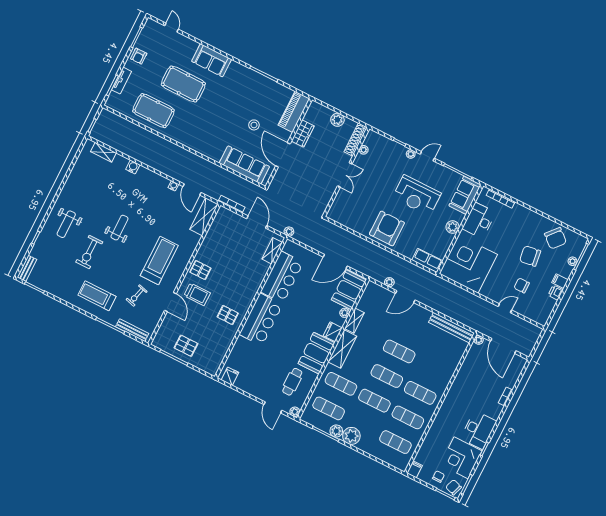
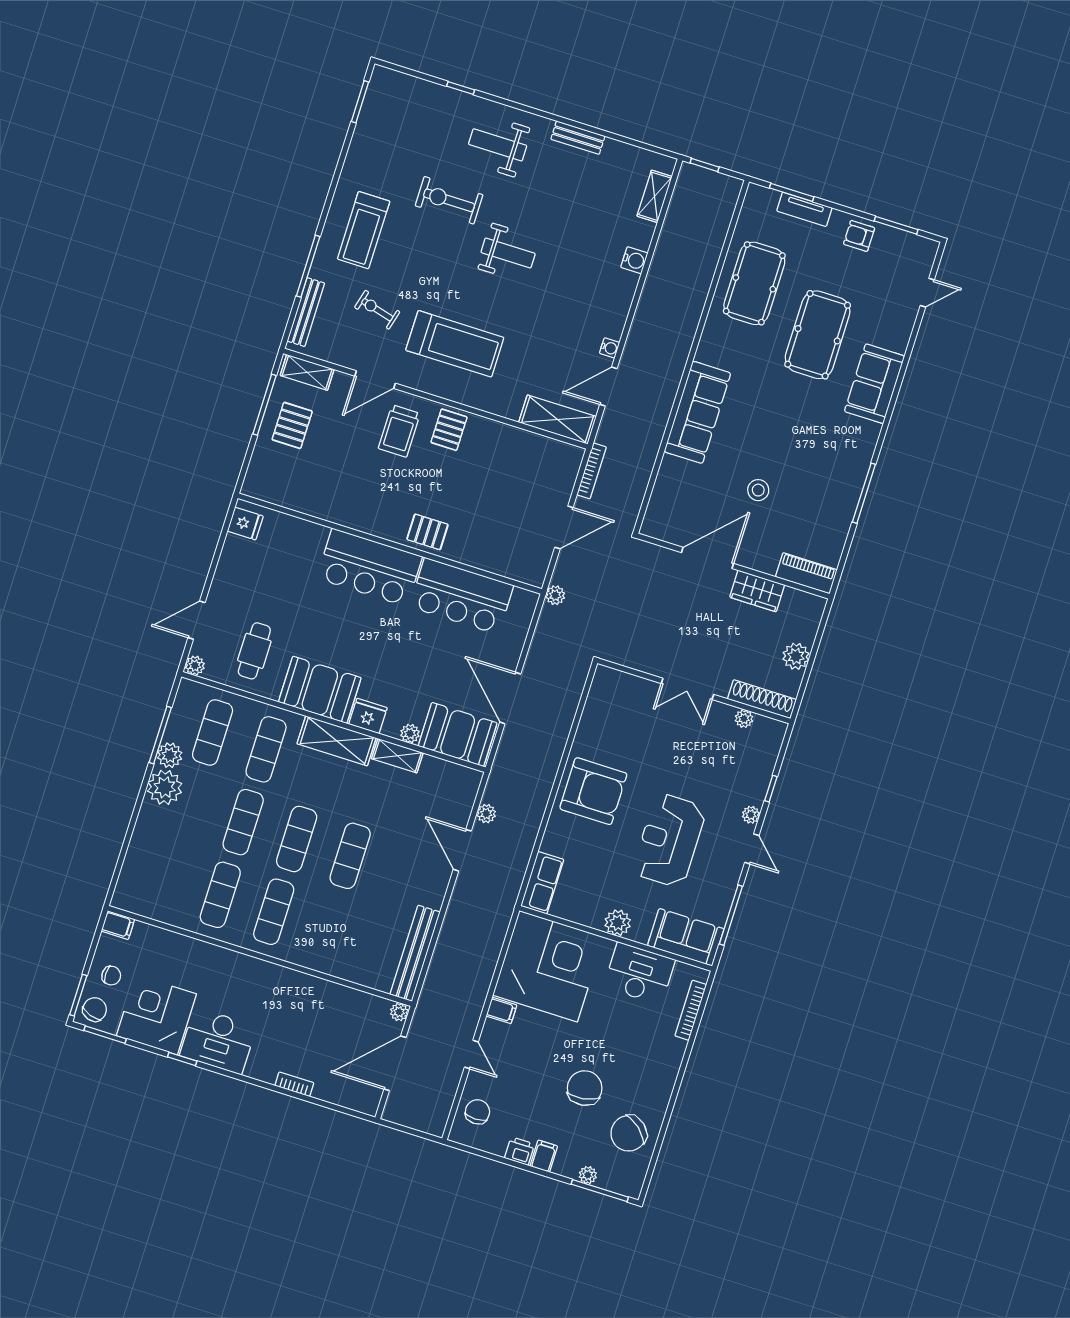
piano: (294, 112) -> (806, 573), width x0.73, depth x0.75
sofa: (244, 165) -> (697, 412), moved
shelving: (272, 251) -> (307, 372), moved
bench: (27, 268) -> (578, 138), moved
chair: (522, 285) -> (477, 1112), moved
filing cabinet: (486, 290) -> (501, 1010), added
treadmill: (97, 296) -> (364, 230), turned 180
pallet: (228, 315) -> (427, 532), moved, turned 90
cafe table: (292, 382) -> (254, 651), turned 90
exercise mat: (395, 442) -> (167, 878), removed

